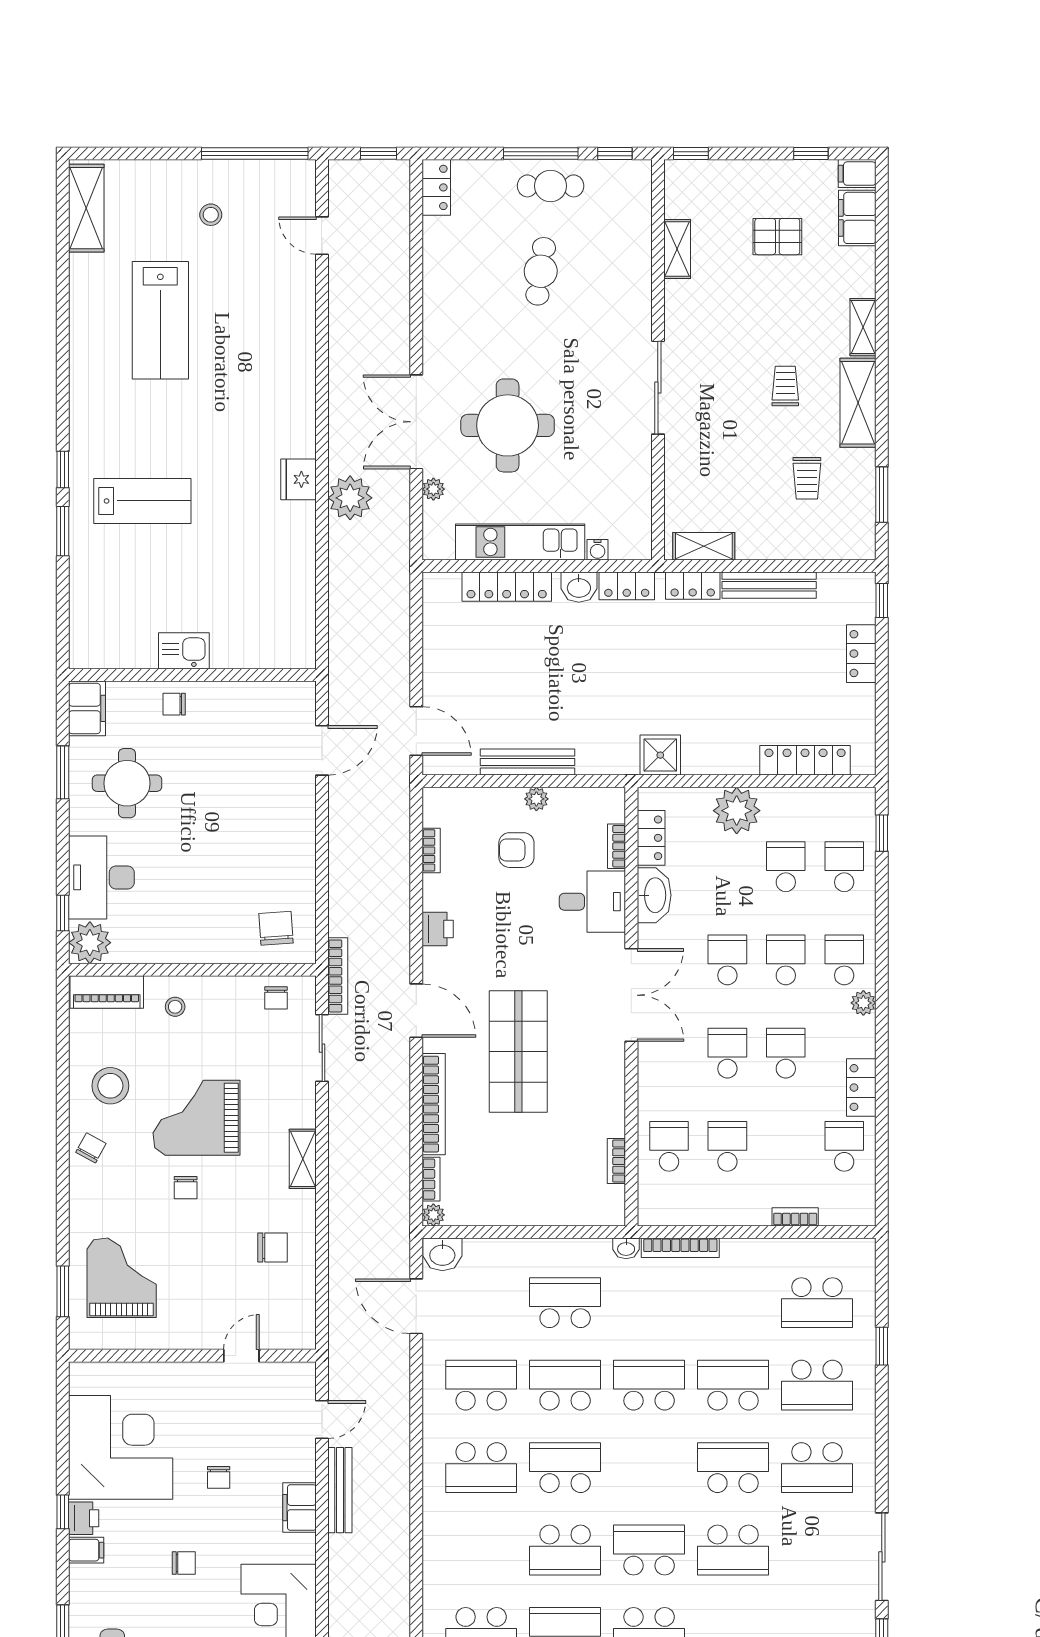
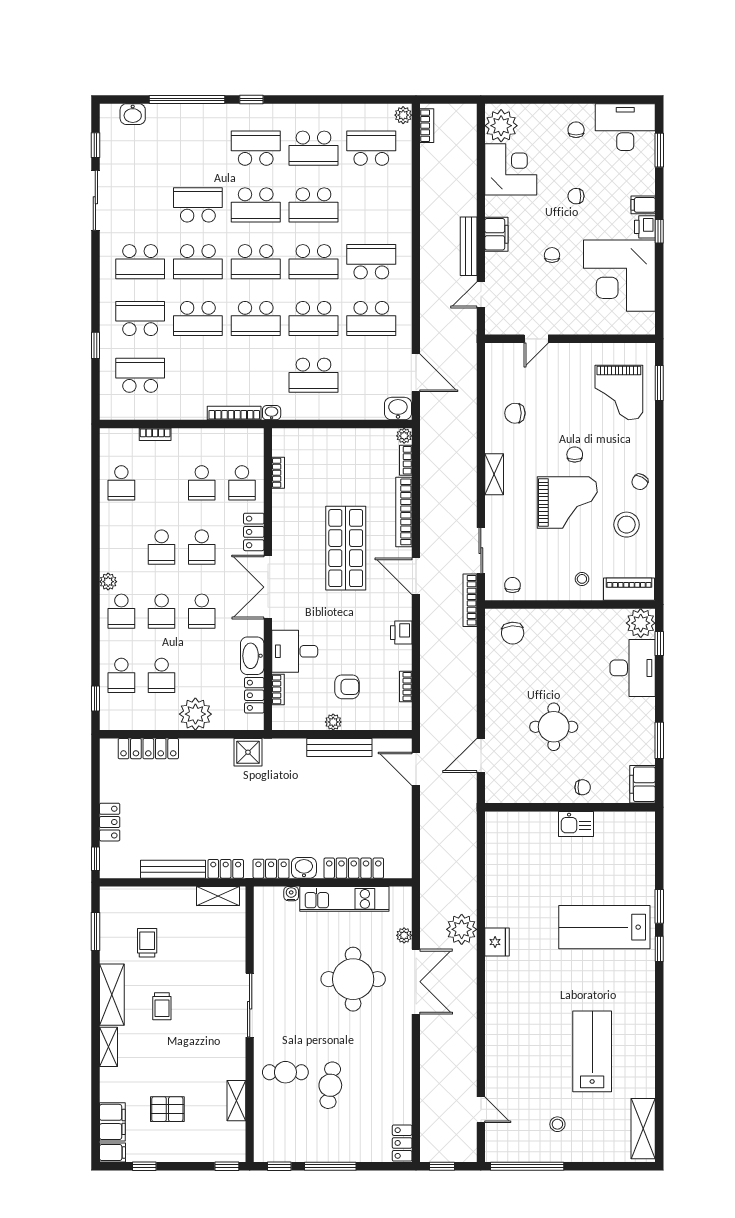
cafe table: (551, 186) -> (285, 1072), moved
lab bench: (142, 501) -> (604, 927), width x1.36, depth x1.39
round table: (127, 783) -> (554, 727), moved
locker: (861, 1088) -> (254, 532), moved, turned 180
school desk: (649, 1468) -> (256, 262), added
school desk: (817, 1468) -> (140, 262), turned 180
school desk: (565, 1550) -> (313, 205), turned 180

